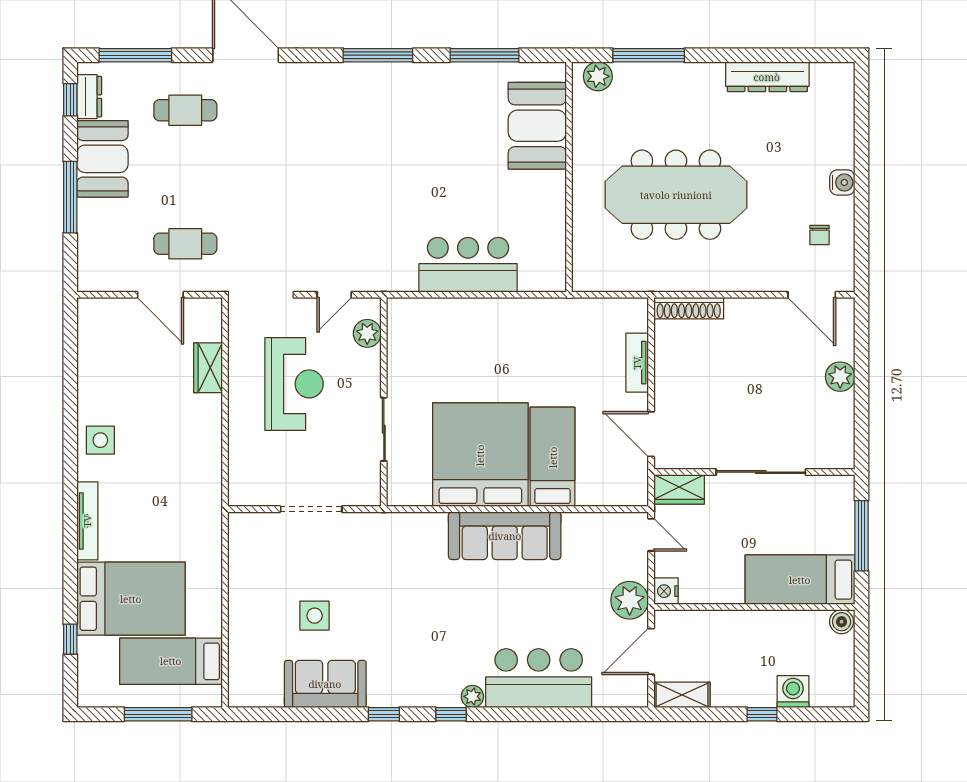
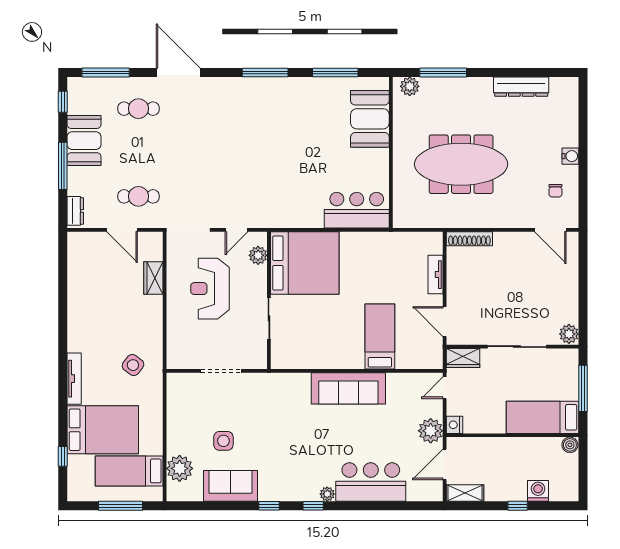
dresser: (89, 97) -> (75, 211), moved
bar counter: (468, 265) -> (357, 210), moved
plant: (840, 377) -> (569, 334), moved
reception desk: (294, 384) -> (210, 289), turned 180
side table: (100, 440) -> (133, 365), moved, turned 37
bed: (480, 455) -> (305, 263), moved, turned 90
door: (651, 535) -> (445, 388), swing flipped
plant: (248, 658) -> (180, 468), added

